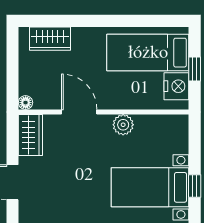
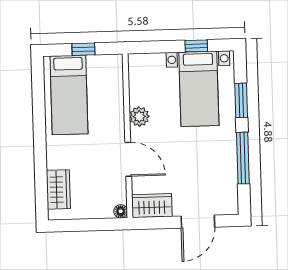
nightstand: (176, 86) -> (101, 66), removed
door: (79, 112) -> (128, 159), swing flipped

